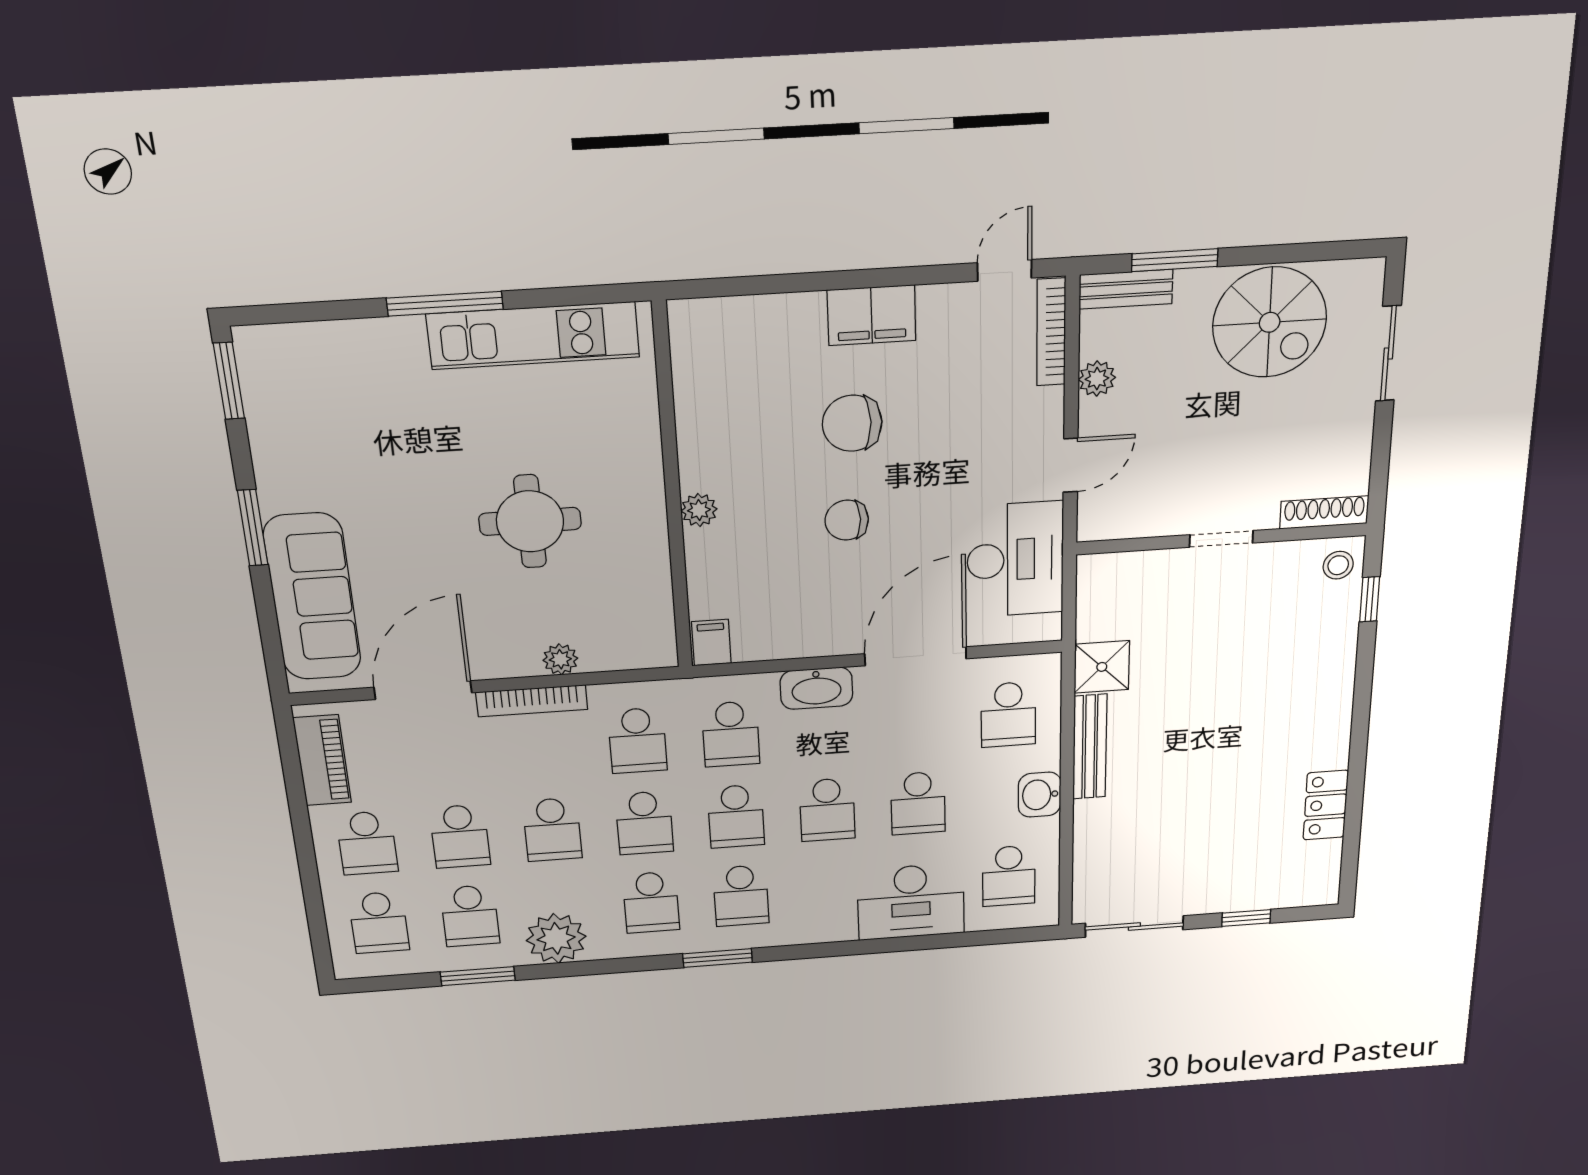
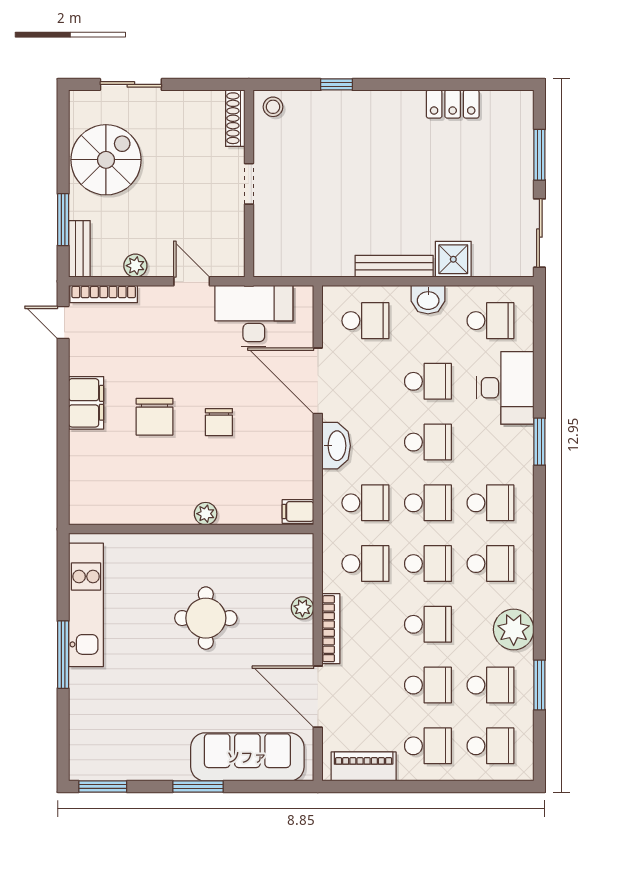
window: (1370, 599) -> (337, 84), moved
shower: (1102, 667) -> (453, 259), moved
window: (1246, 918) -> (539, 155), width x1.50
window: (718, 958) -> (539, 442), moved

